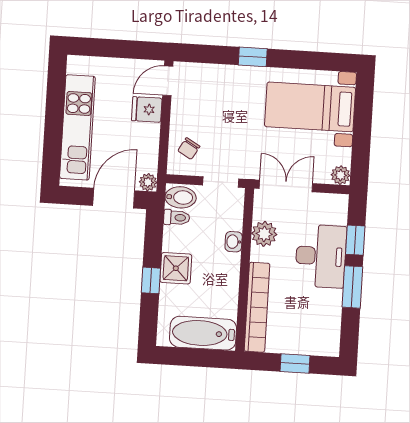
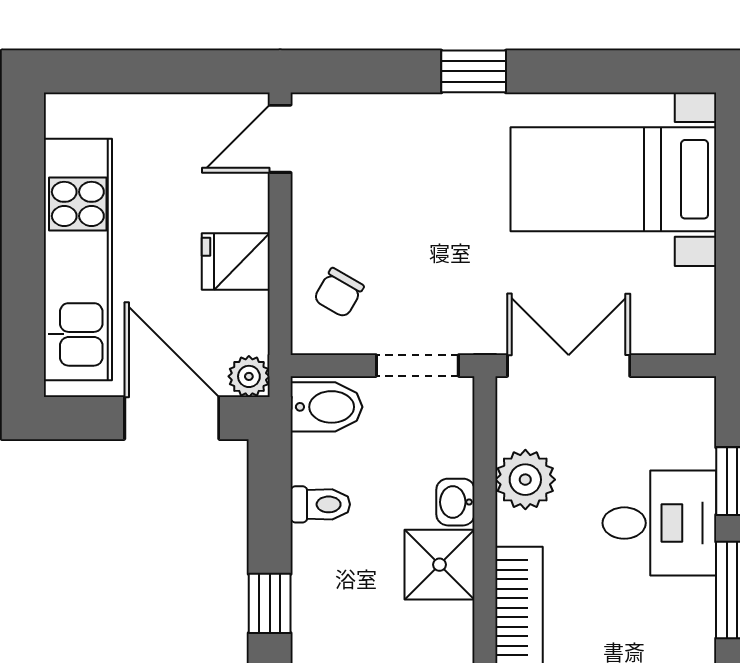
fridge: (147, 109) -> (236, 261), moved
plant: (341, 175) -> (694, 333), removed
door: (114, 198) -> (172, 418), hinge flipped
toilet: (177, 218) -> (320, 504), moved
desk: (321, 256) -> (659, 523), width x0.73
shower: (176, 268) -> (440, 565), moved

